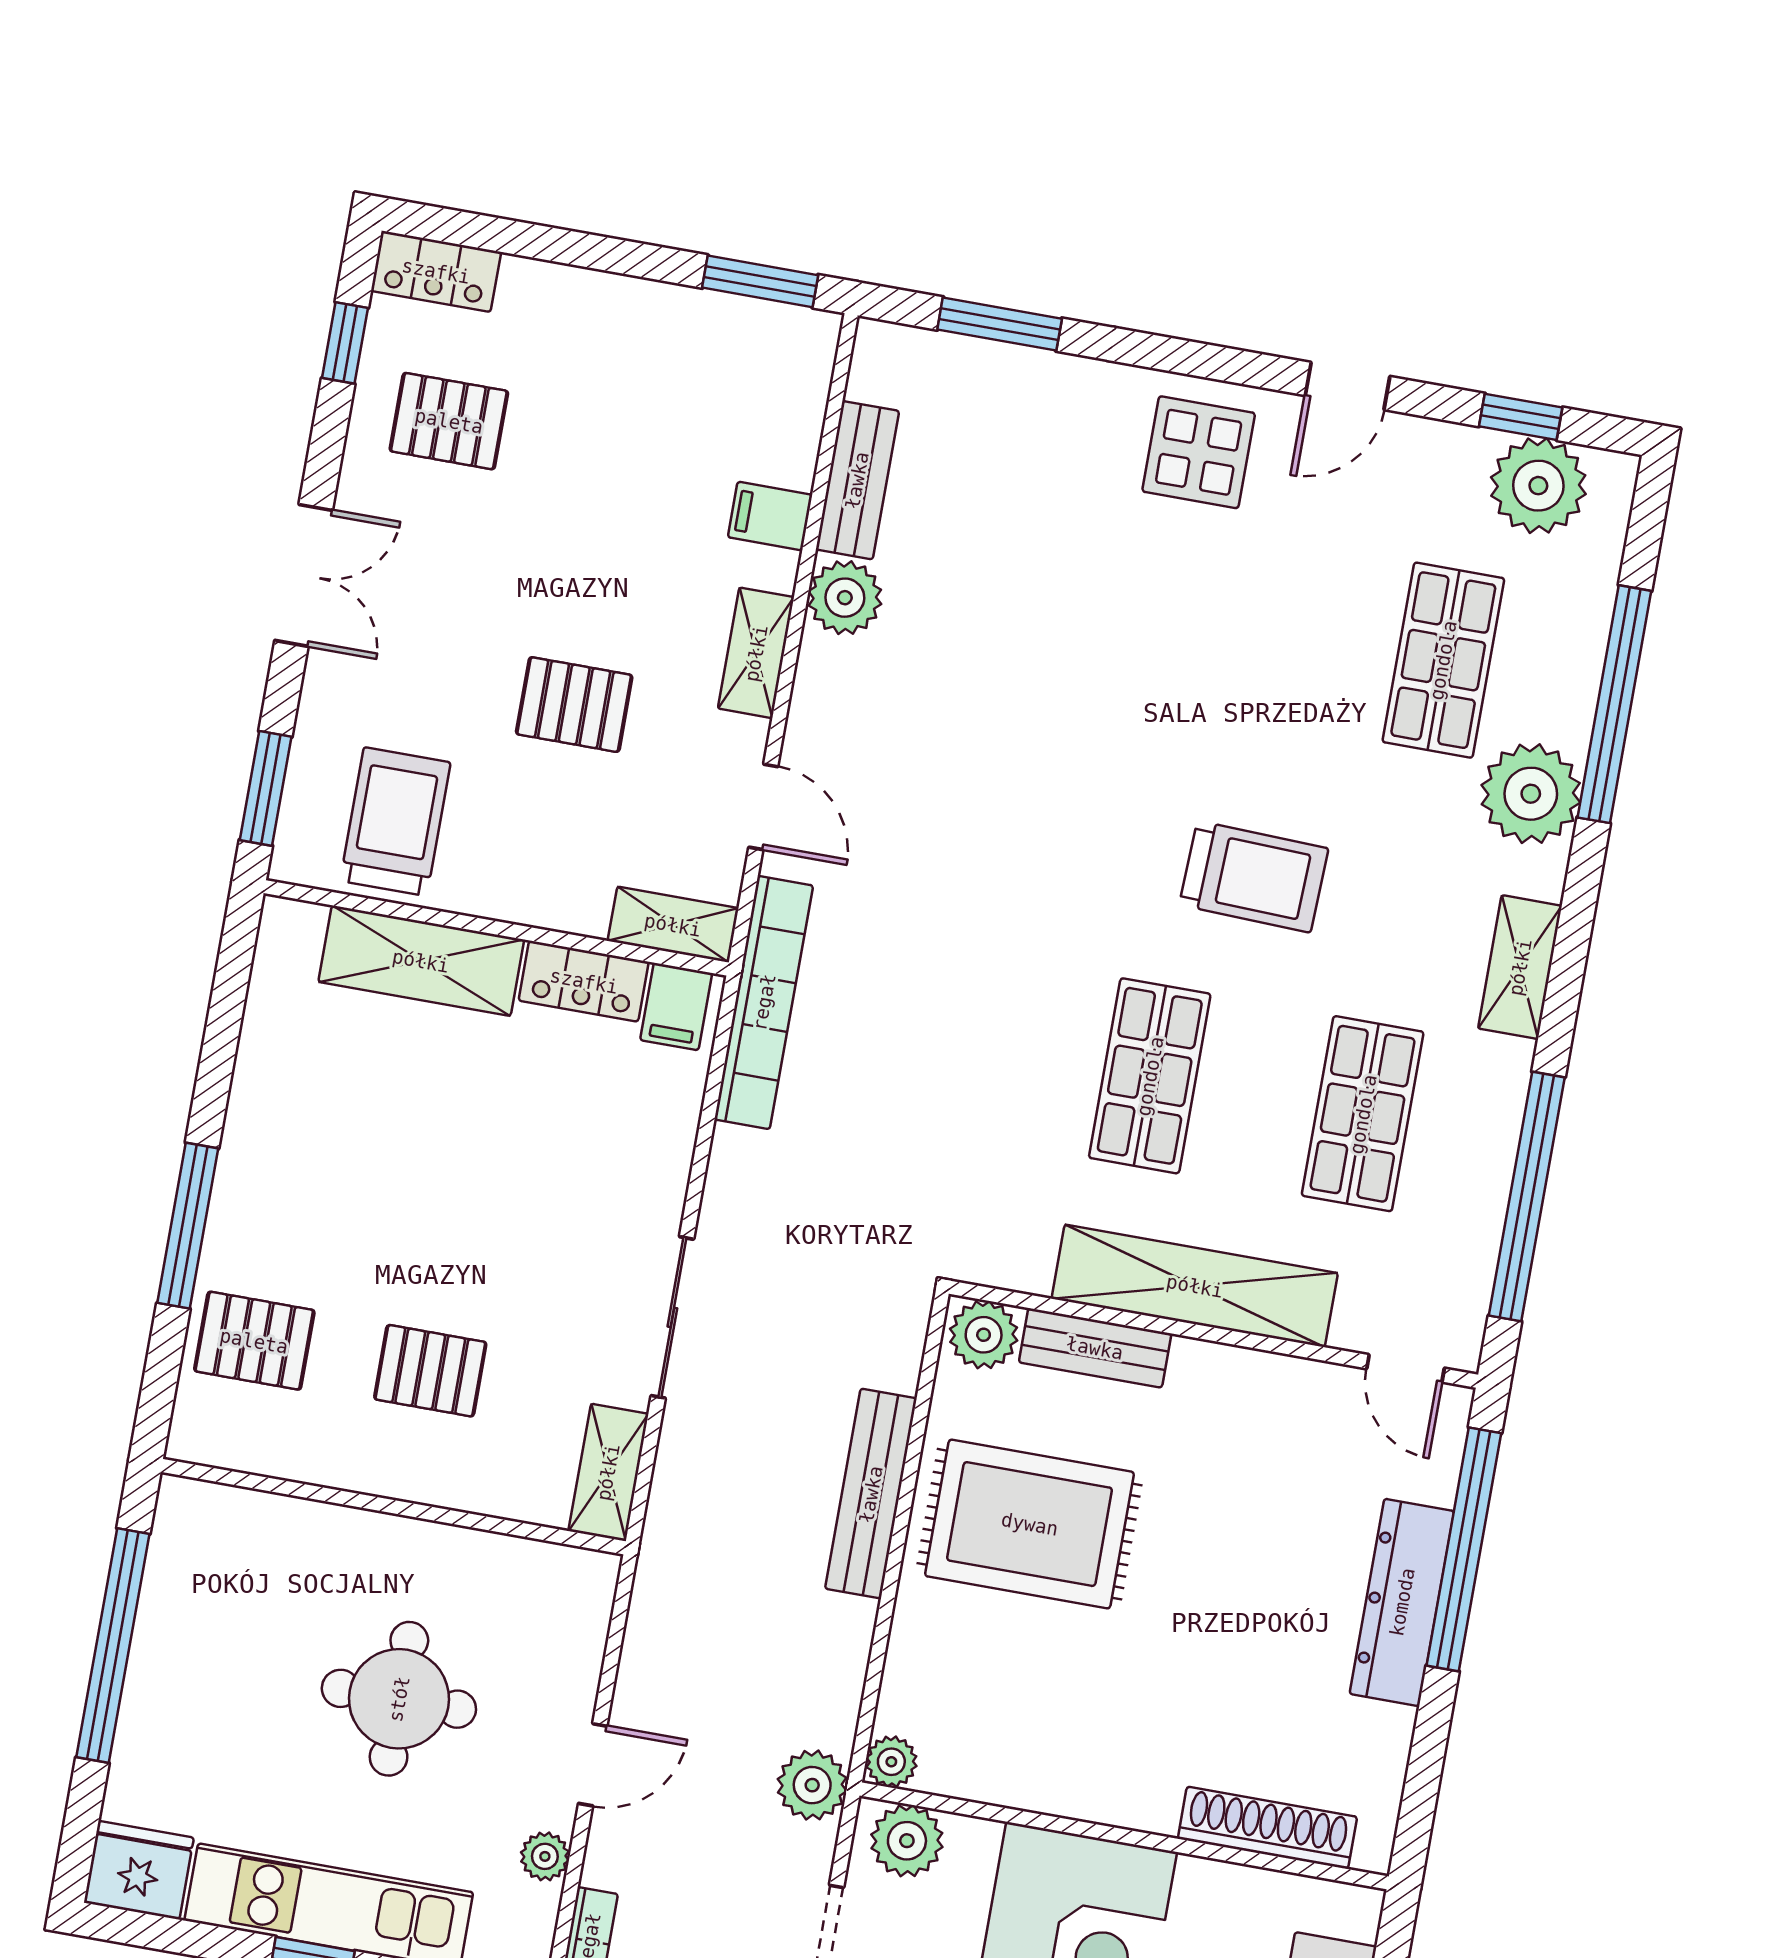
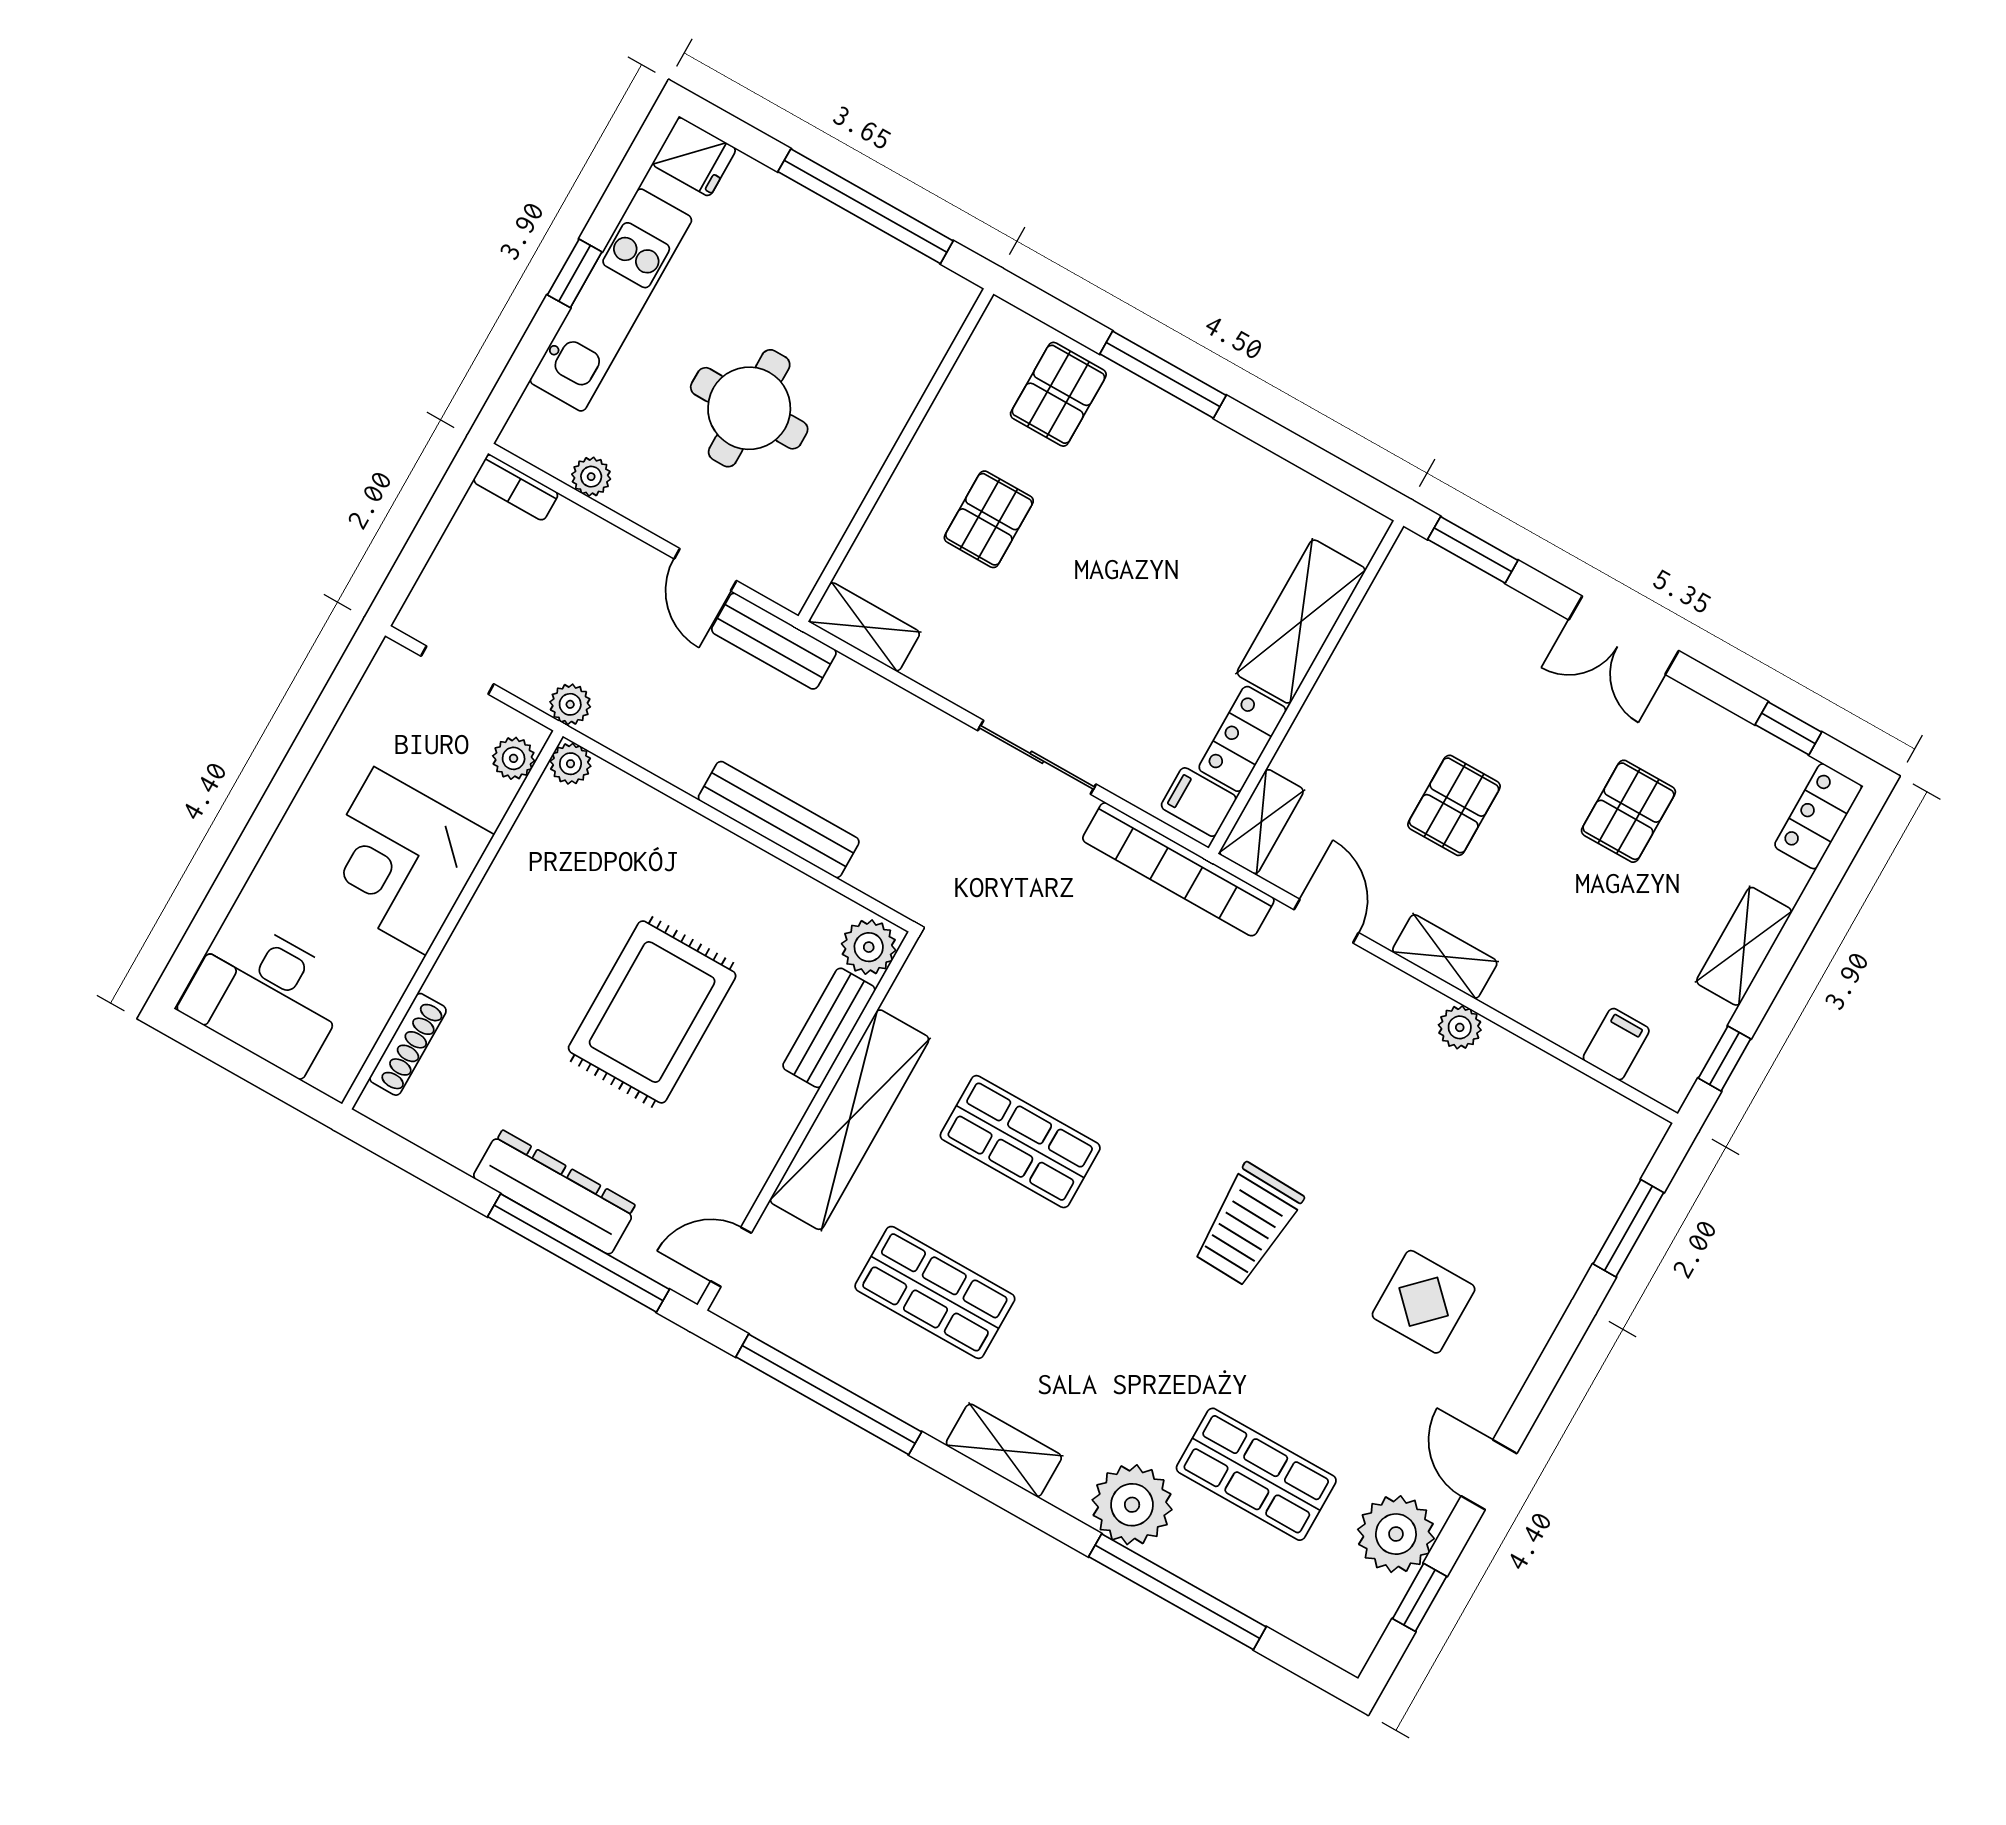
window: (760, 281) -> (1724, 1059), width x0.67
shelving: (620, 305) -> (1744, 946), added
pallet: (449, 421) -> (1628, 811), moved
display table: (1199, 452) -> (1424, 1302), moved
bench: (857, 480) -> (774, 641), moved
plant: (1538, 486) -> (1396, 1534), moved
filing cabinet: (770, 516) -> (1616, 1044), moved
plant: (845, 598) -> (1460, 1027), width x0.73, depth x0.73
door: (763, 807) -> (1326, 921), swing flipped
trolley: (395, 822) -> (1413, 639), removed
trolley: (1254, 877) -> (1248, 1225), moved
sliding door: (672, 1317) -> (1037, 757), moved
rug: (1030, 1524) -> (652, 1012), moved
door: (593, 1765) -> (705, 570), moved
plant: (812, 1785) -> (570, 704), width x0.73, depth x0.73
shoe rack: (1267, 1828) -> (408, 1044), width x0.74, depth x0.81
plant: (907, 1841) -> (514, 758), width x0.73, depth x0.73
fridge: (139, 1870) -> (694, 157), width x0.72

